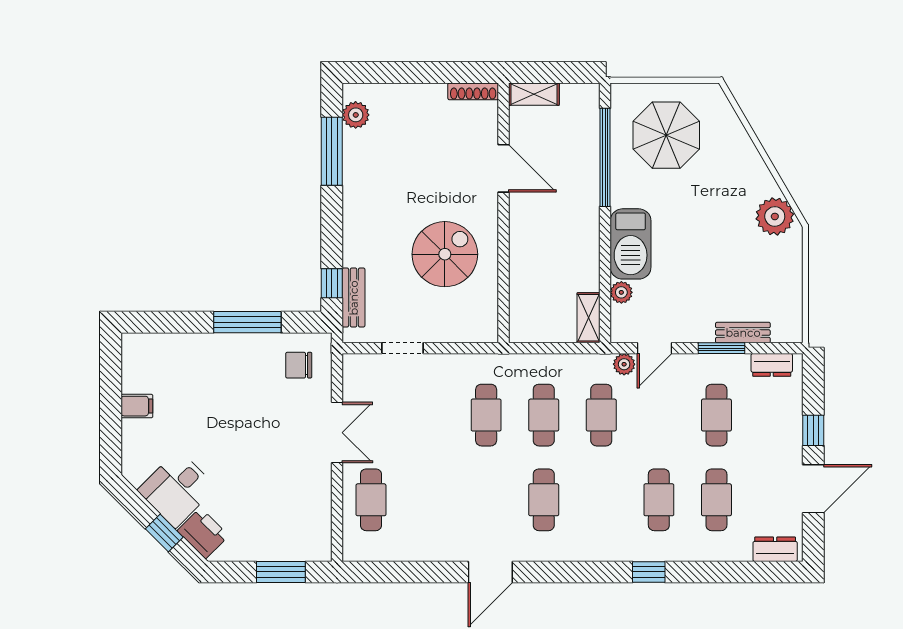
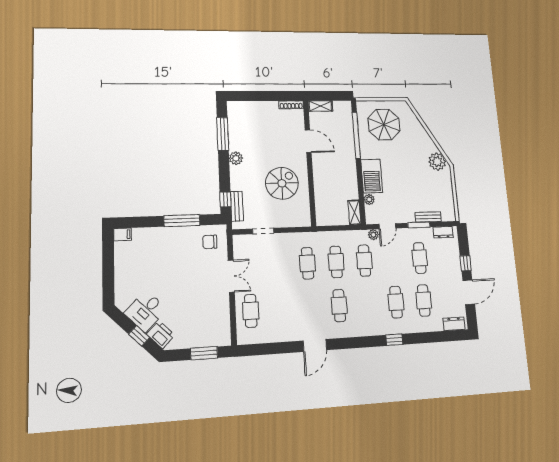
plant: (356, 115) -> (236, 158), moved
filing cabinet: (137, 406) -> (123, 234), moved

